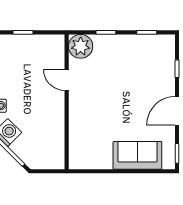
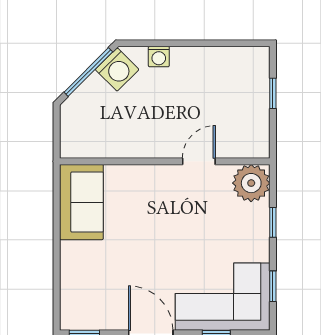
corner sofa: (154, 65) -> (223, 297), added
sofa: (137, 155) -> (81, 202), moved

